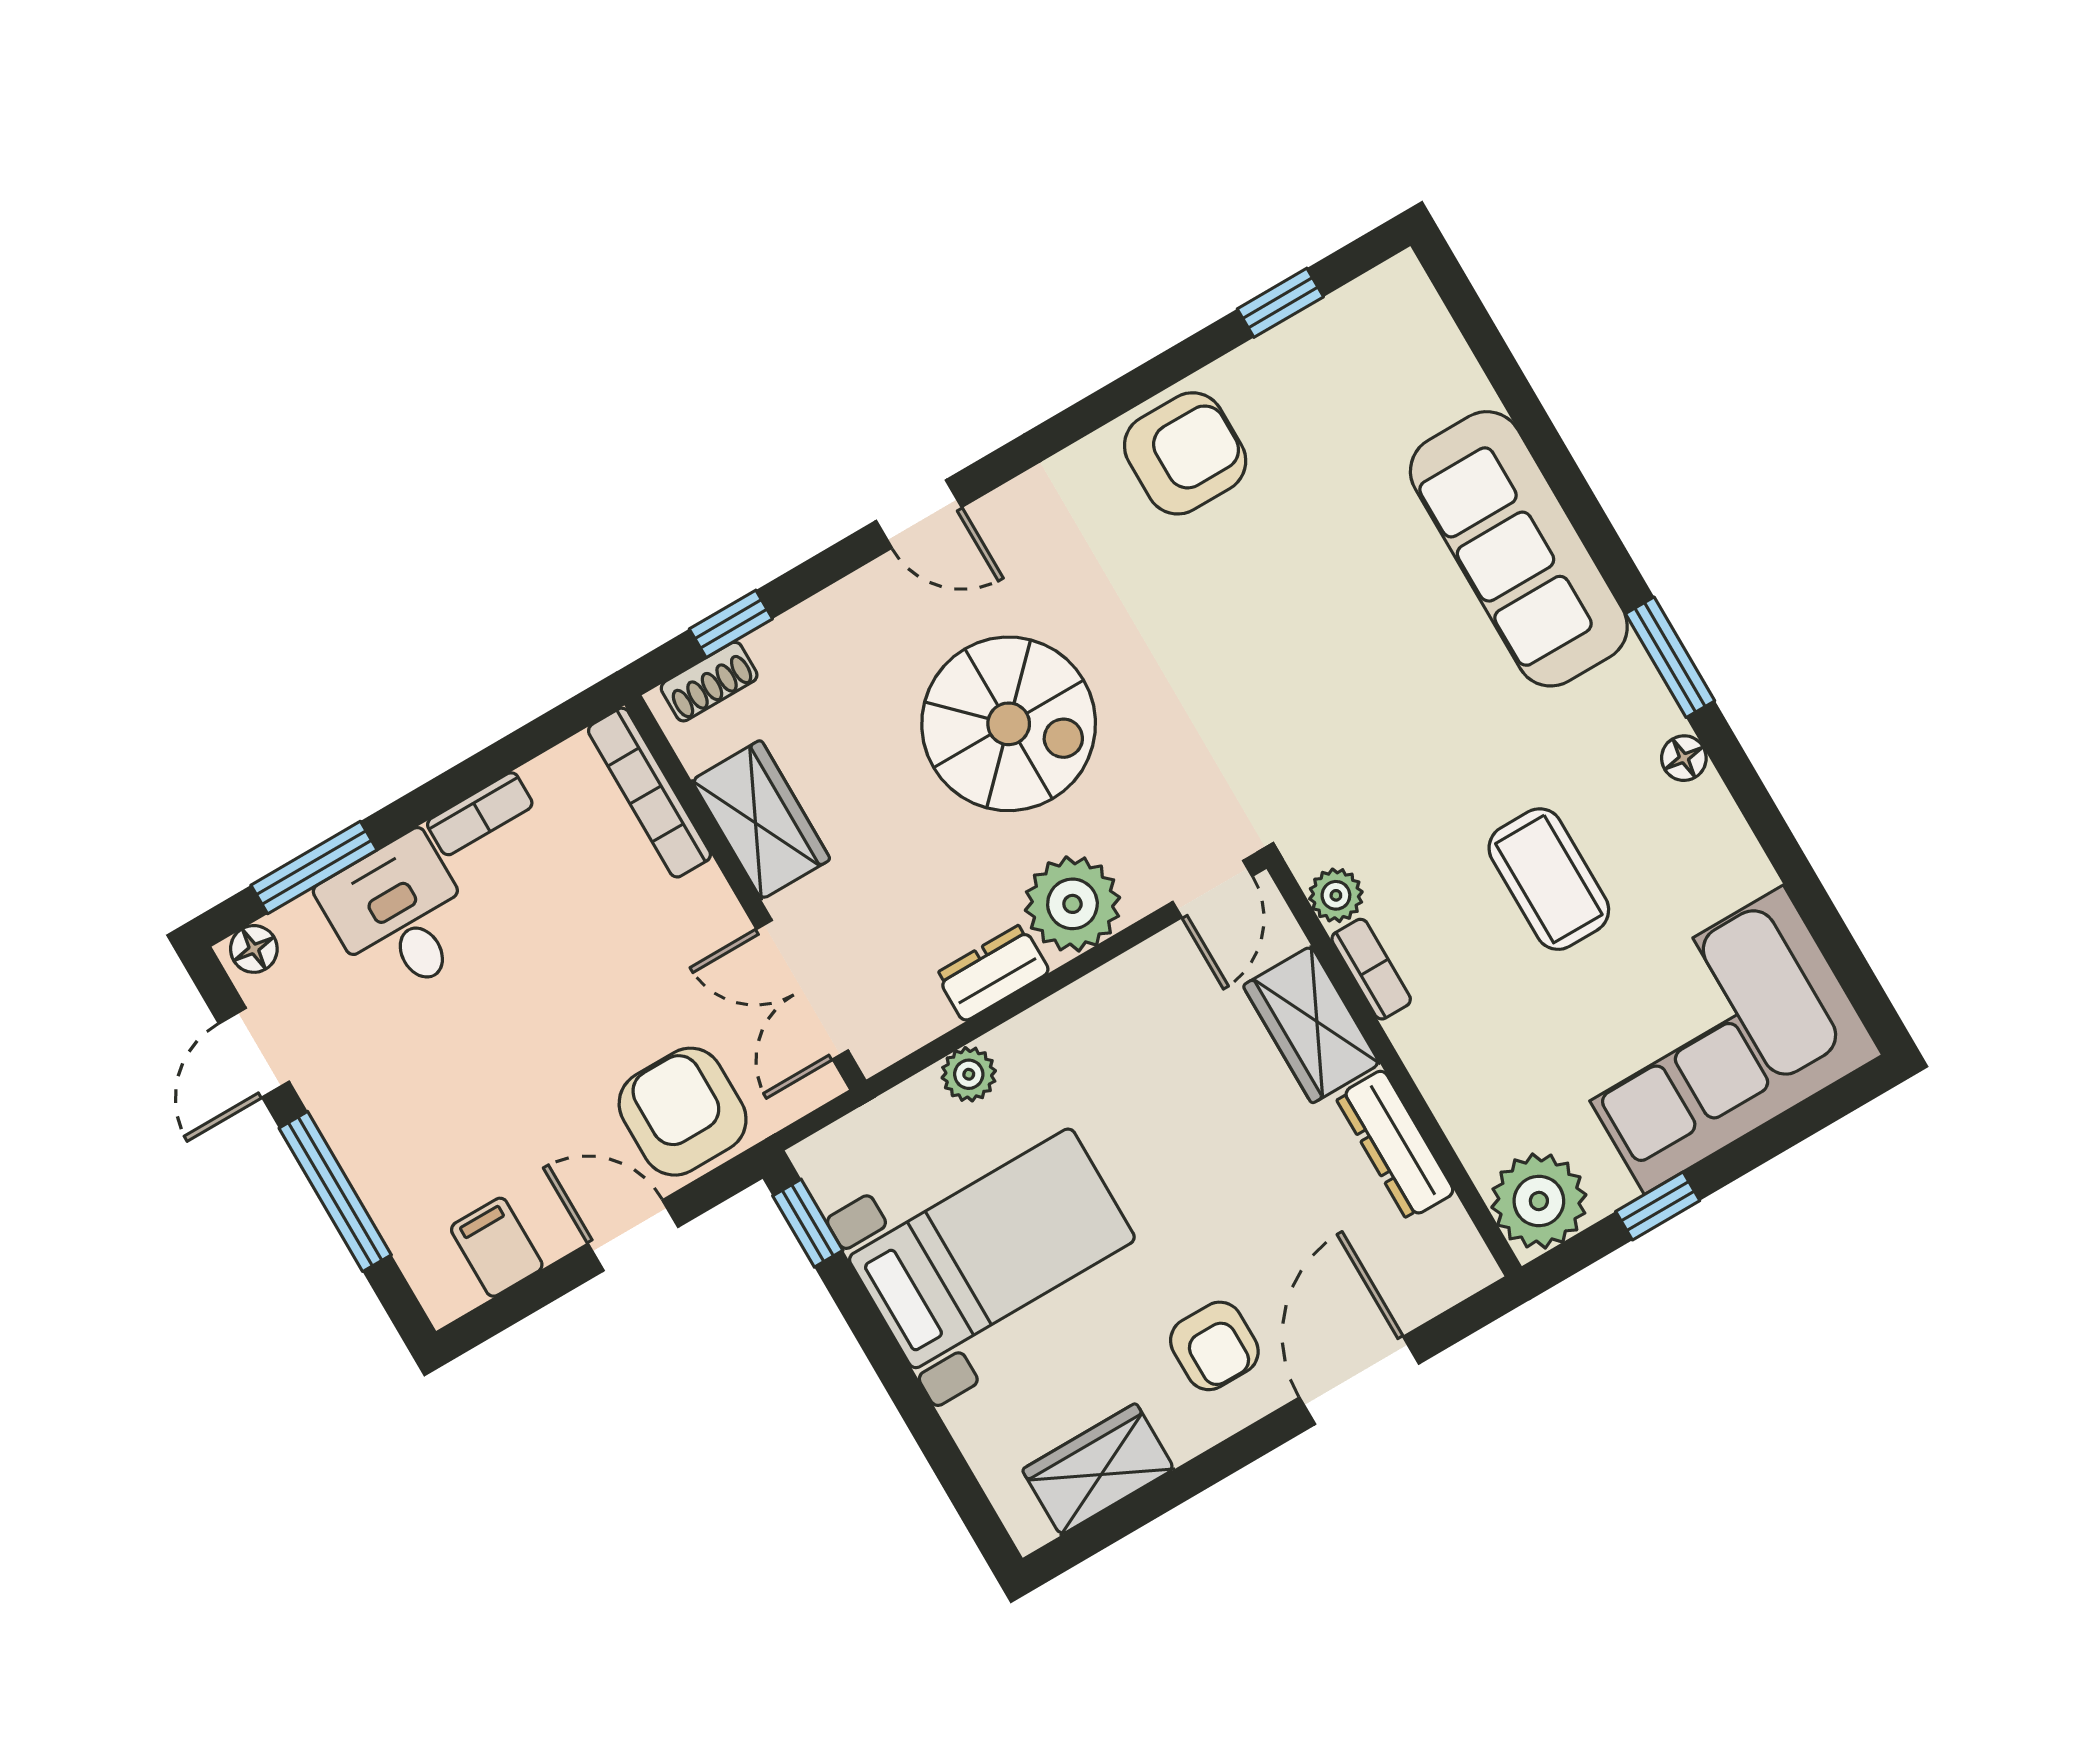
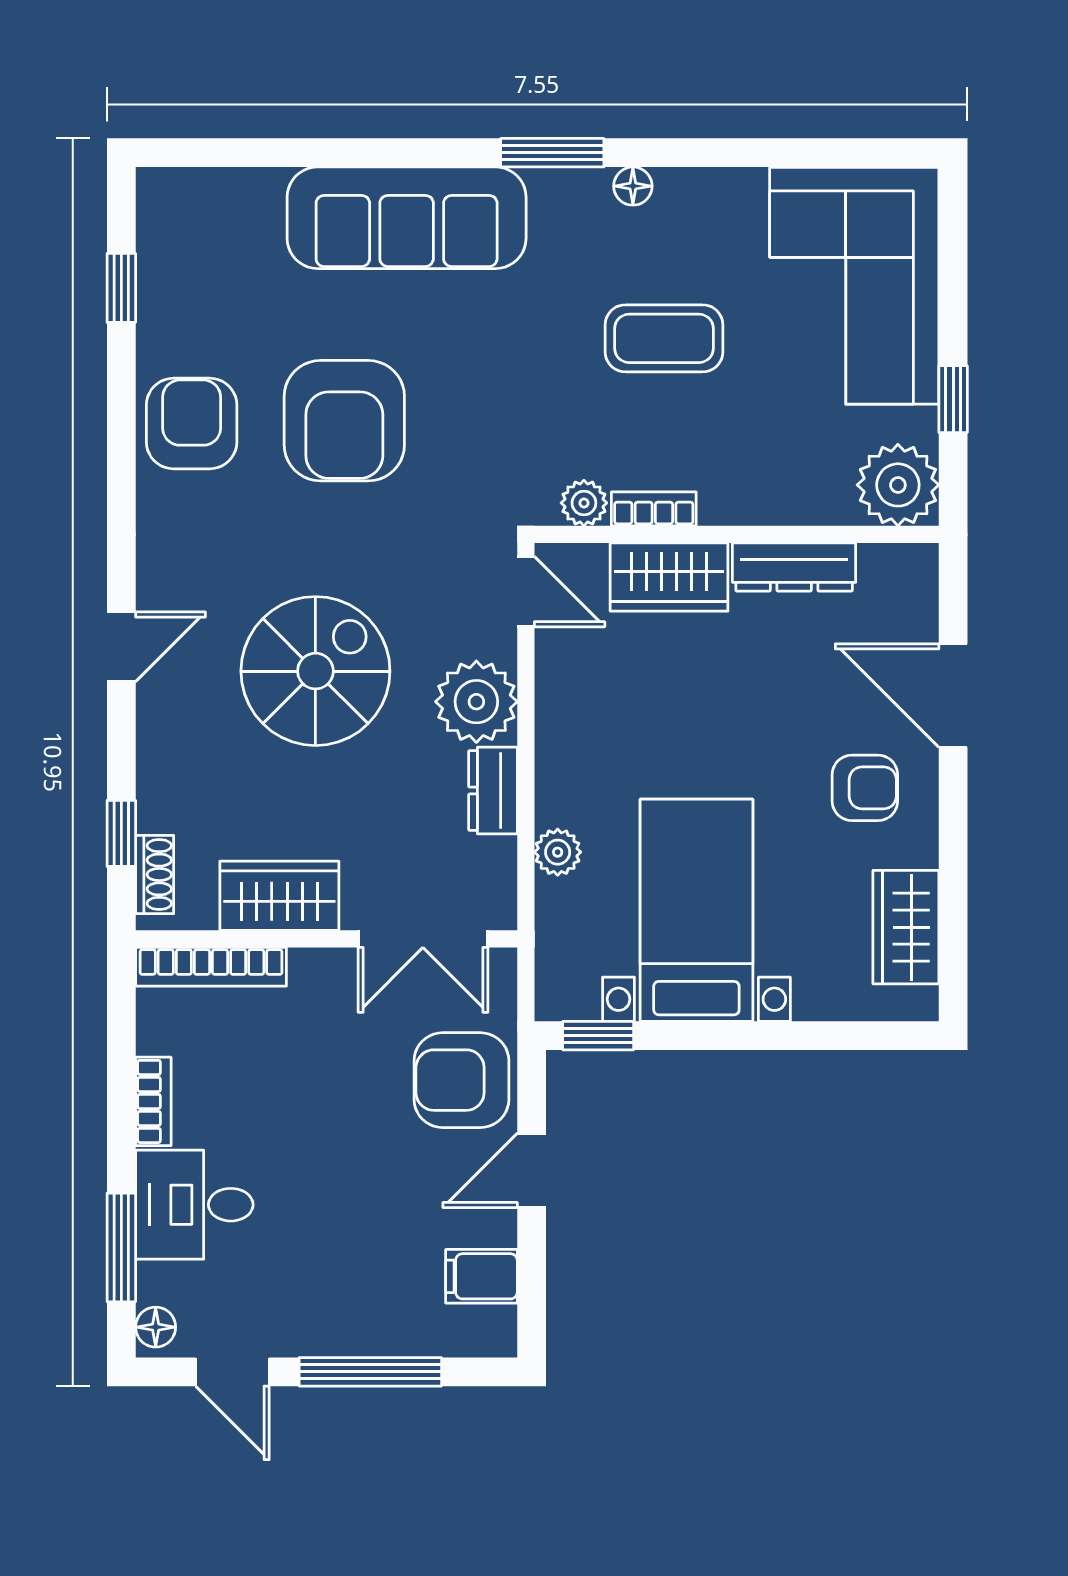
armchair: (1278, 606) -> (344, 421), added

